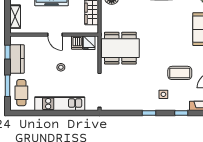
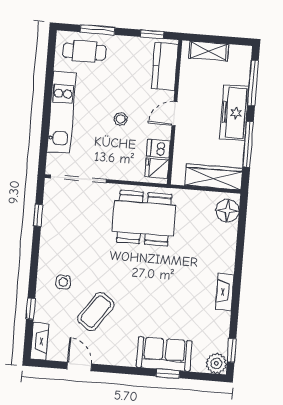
dining table: (120, 48) -> (144, 218), turned 90
kitchen counter: (17, 59) -> (165, 66), moved, turned 90
coffee table: (180, 73) -> (96, 312), turned 35
window: (149, 113) -> (38, 215), moved

